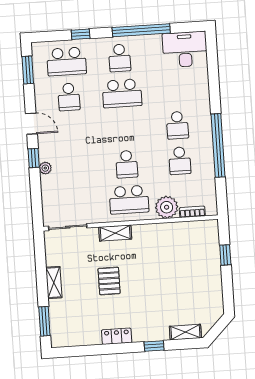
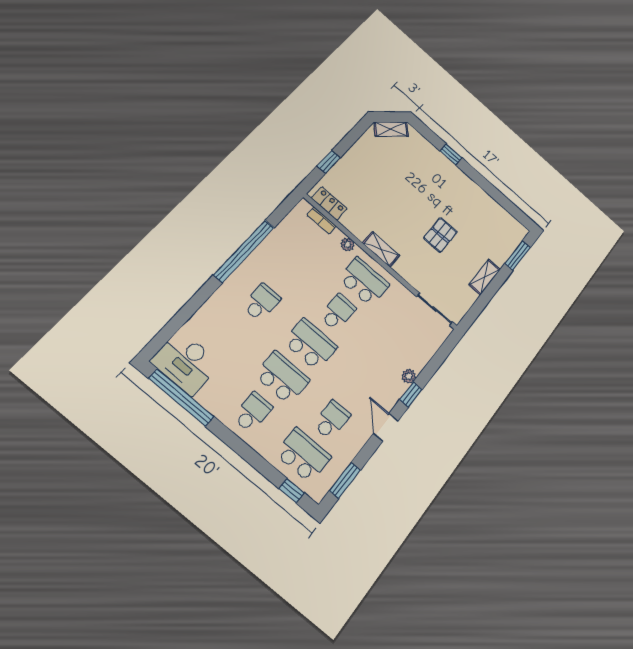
window: (141, 30) -> (181, 398), moved
window: (81, 34) -> (292, 491), moved
school desk: (180, 161) -> (310, 344), moved, width x1.85
plant: (167, 207) -> (347, 245), width x0.53, depth x0.53
shelving: (115, 233) -> (381, 249), moved
shelving: (185, 332) -> (391, 129), moved, turned -45
locker: (117, 336) -> (329, 203), moved, turned 180

